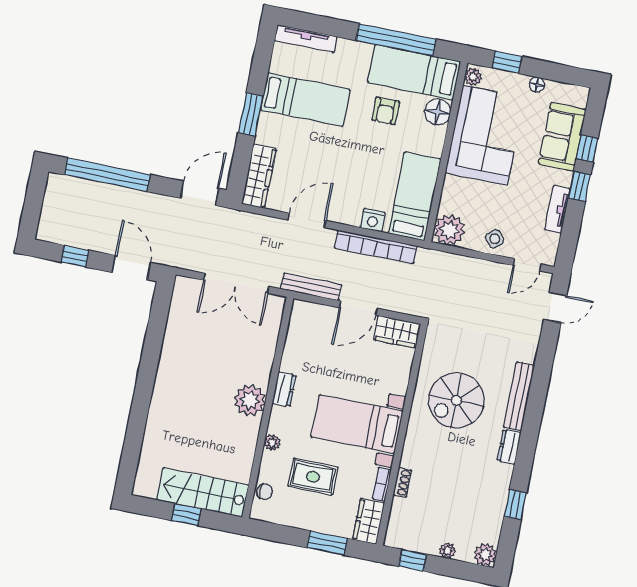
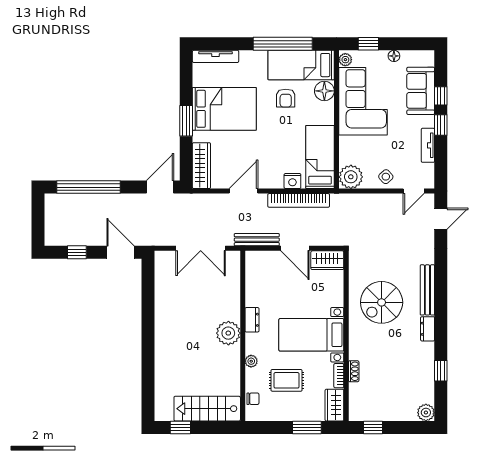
bed: (305, 100) -> (224, 109), width x1.50
door: (358, 308) -> (295, 248), hinge flipped
window: (186, 515) -> (180, 427), moved
plant: (447, 551) -> (397, 415), removed

